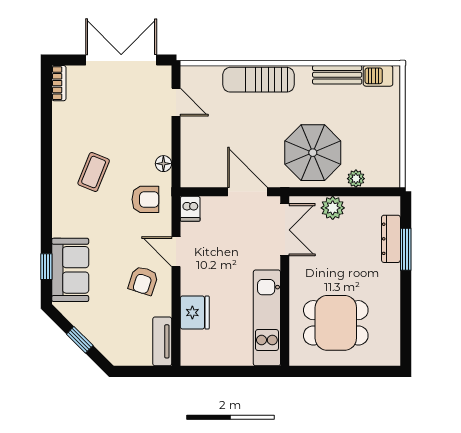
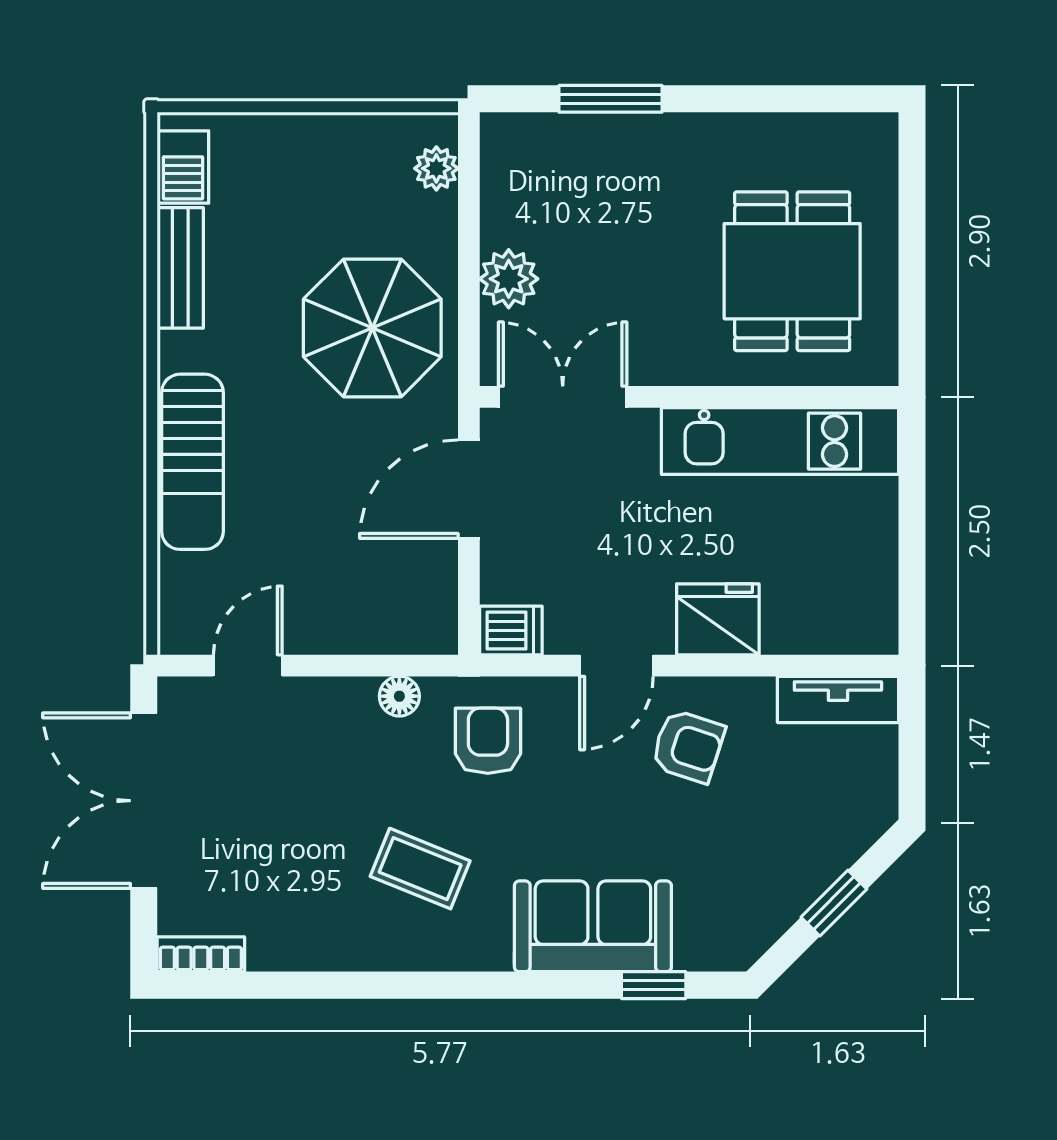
plant: (356, 179) -> (436, 168), moved
dresser: (391, 239) -> (585, 135), removed
sofa: (70, 270) -> (593, 926), moved
fridge: (195, 313) -> (718, 619), moved

